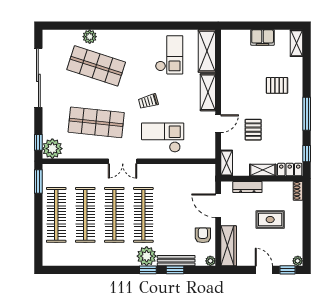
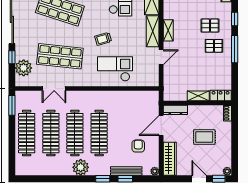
pallet: (253, 130) -> (214, 46), moved, turned 90
window: (38, 142) -> (12, 57), moved
plant: (52, 149) -> (24, 68), moved
window: (307, 154) -> (235, 19), moved
double door: (123, 161) -> (54, 89), moved
shelving: (227, 163) -> (168, 30), moved
dresser: (247, 187) -> (175, 110), moved
door: (218, 206) -> (161, 125), hinge flipped
armchair: (203, 235) -> (138, 146), moved
plant: (147, 256) -> (81, 167), moved

